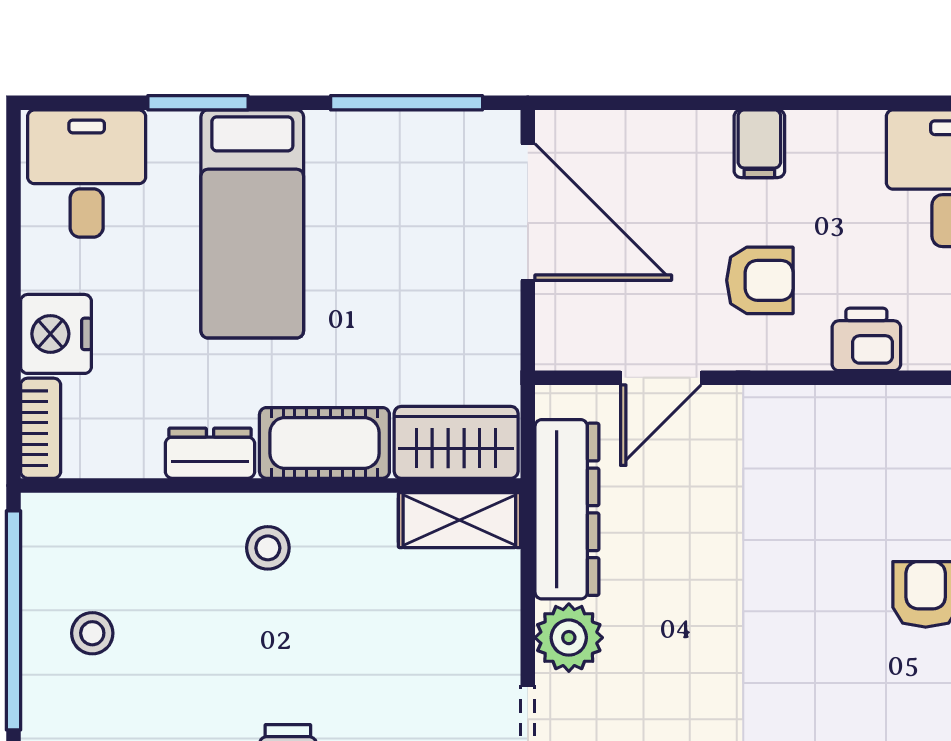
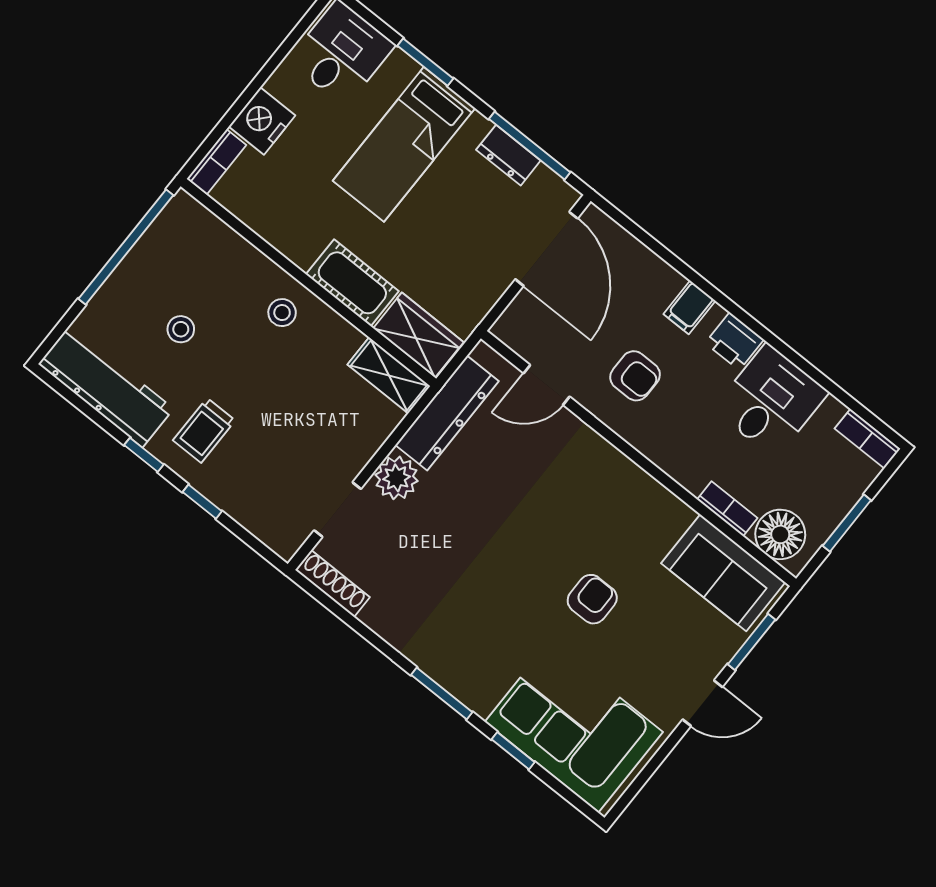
printer: (866, 339) -> (734, 341), moved, turned 180
dresser: (210, 453) -> (508, 155), moved, turned 180
stool: (92, 633) -> (181, 329), moved

